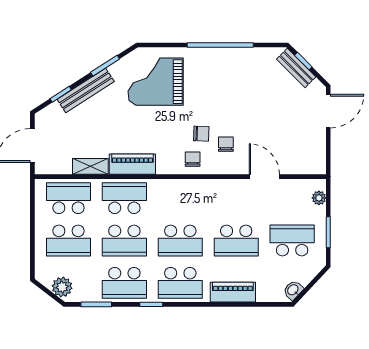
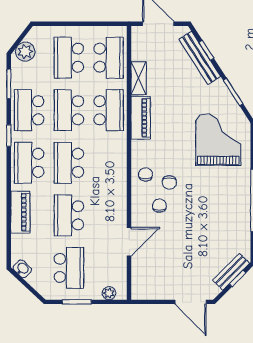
bench: (86, 90) -> (200, 58), moved
chair: (226, 144) -> (159, 206), turned -90
chair: (193, 159) -> (145, 174), turned -90

